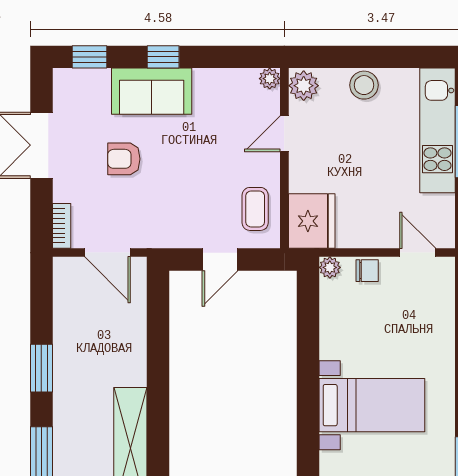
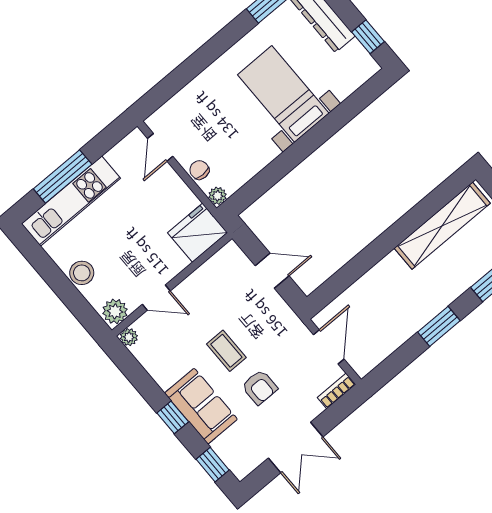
coffee table: (255, 209) -> (226, 351), moved, turned 90

